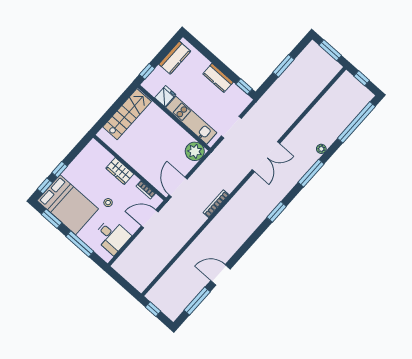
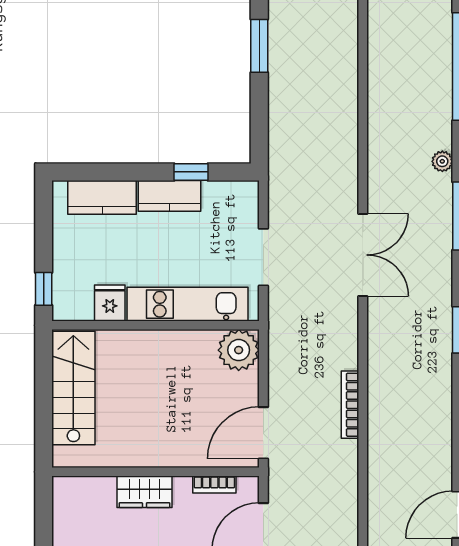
kitchen counter: (175, 58) -> (102, 197), moved, turned 90
window: (283, 66) -> (259, 46), moved
window: (244, 86) -> (191, 172), moved
door: (178, 187) -> (263, 433), hinge flipped

